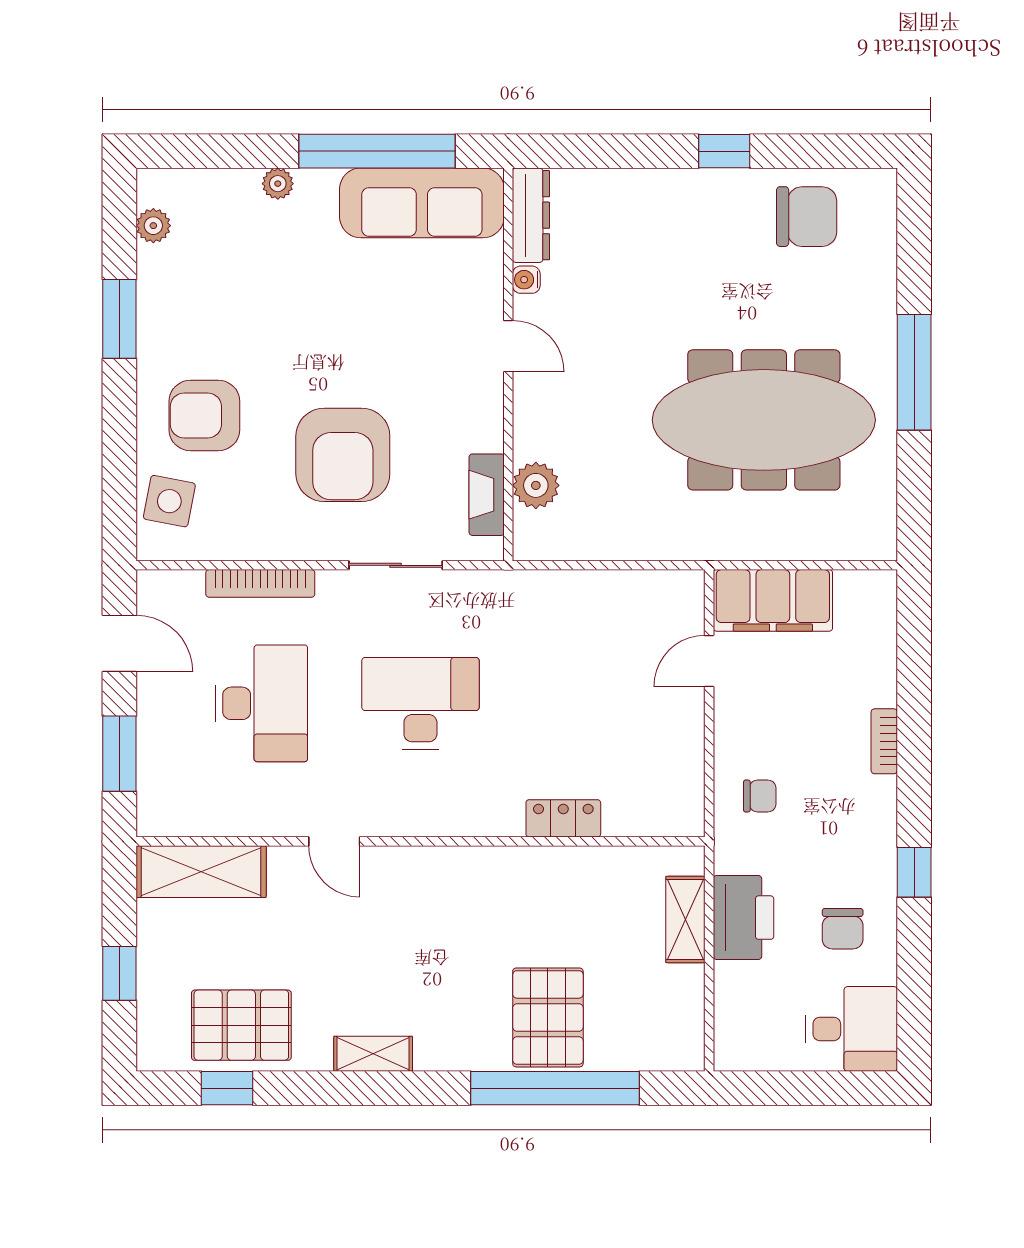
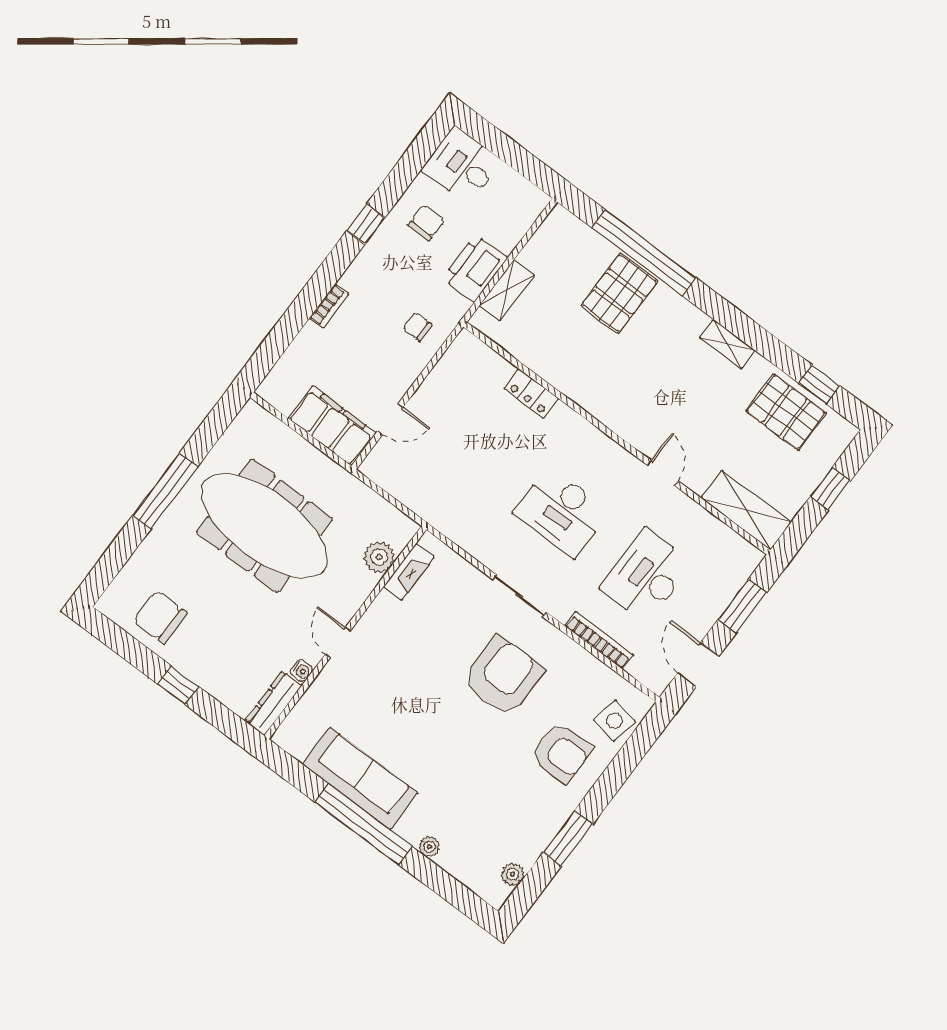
dresser: (531, 215) -> (273, 703), moved
water cooler: (526, 280) -> (302, 671), moved
door: (508, 346) -> (338, 642), moved
wall: (508, 365) -> (345, 633), moved
plant: (536, 485) -> (379, 557), moved
fireplace: (487, 495) -> (409, 572), moved

